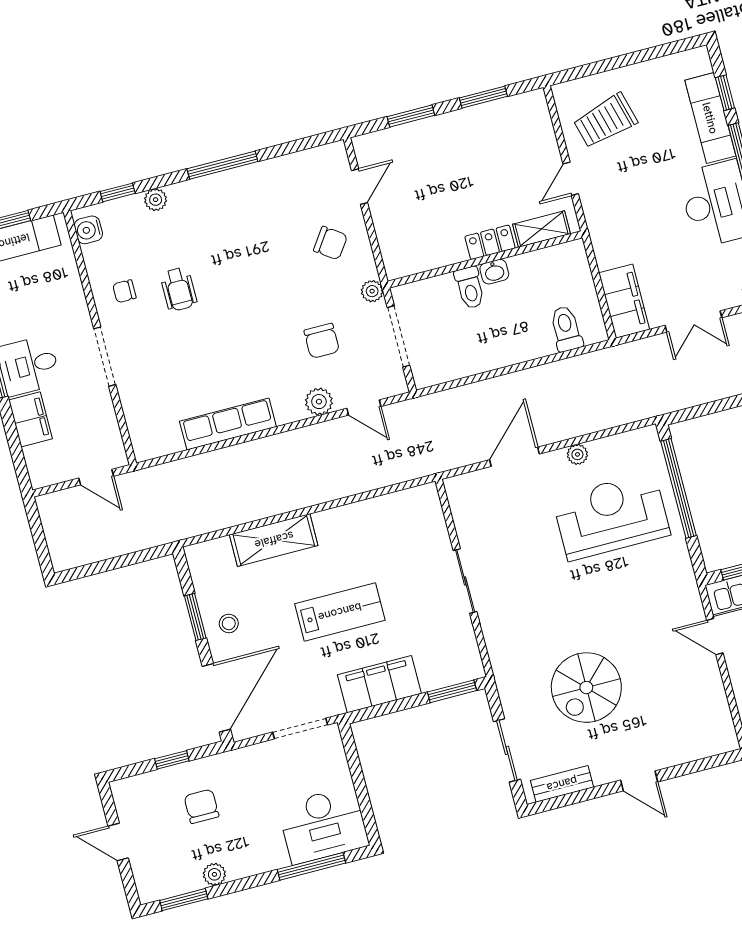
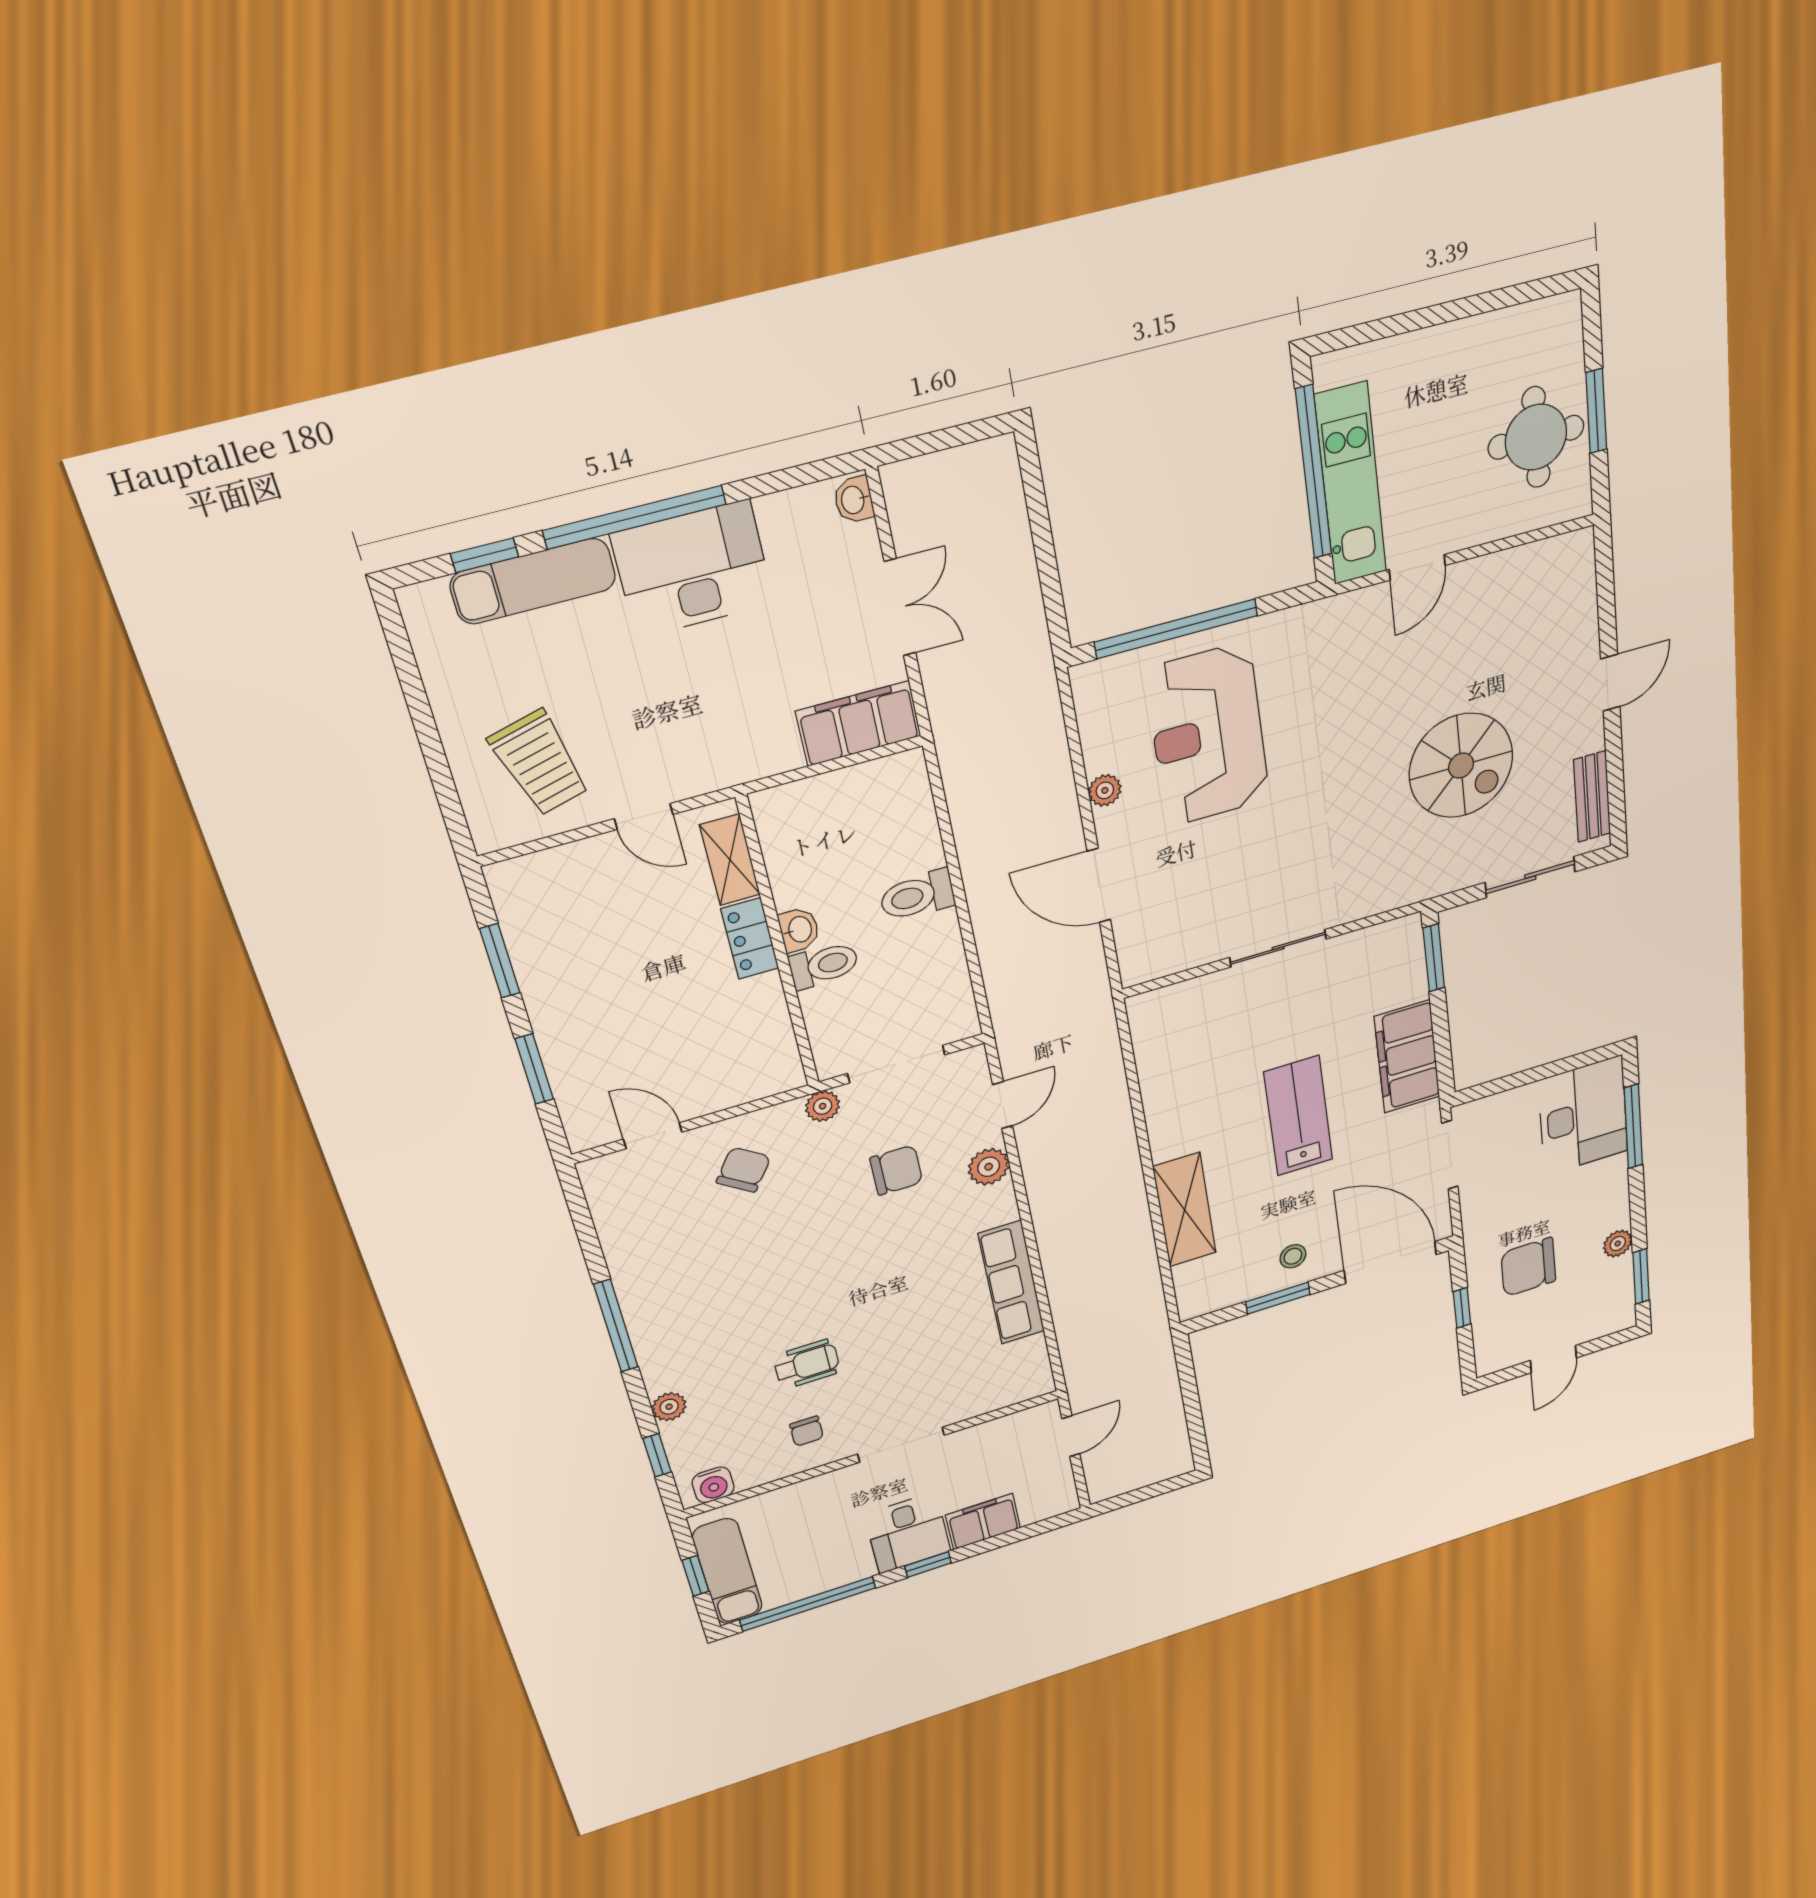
toilet: (566, 329) -> (917, 896), moved
chair: (201, 806) -> (1528, 1267), width x1.37, depth x1.37

